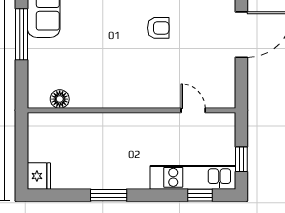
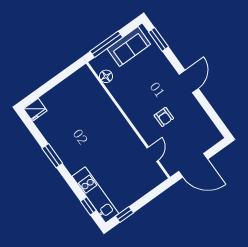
floor lamp: (60, 99) -> (106, 76), moved
wall: (131, 110) -> (128, 120), moved
door: (193, 110) -> (153, 154), moved

